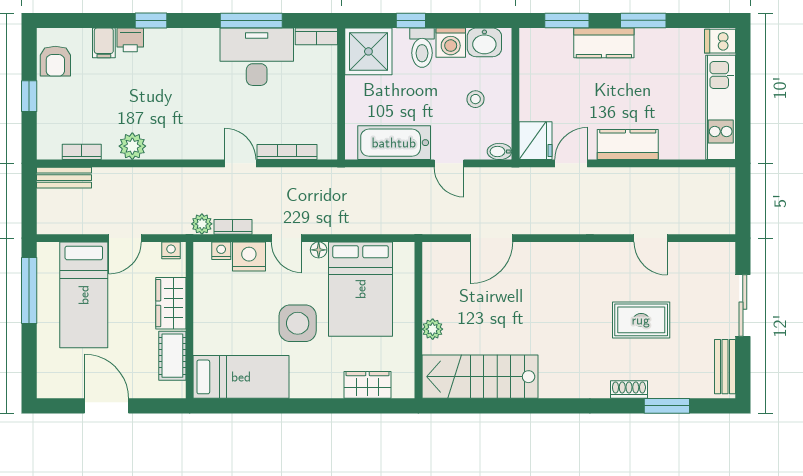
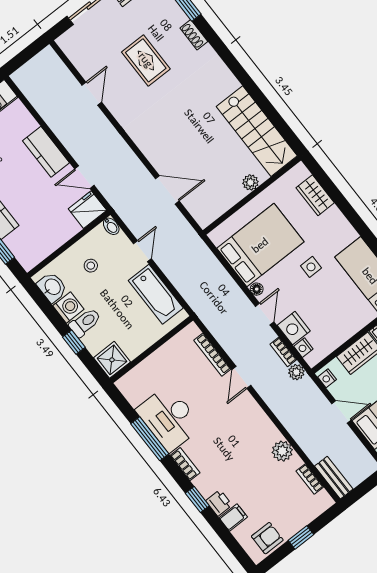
bookcase: (316, 36) -> (185, 464), moved
shower: (368, 51) -> (112, 360), width x0.73, depth x0.73
side table: (298, 323) -> (311, 267), width x0.54, depth x0.54

